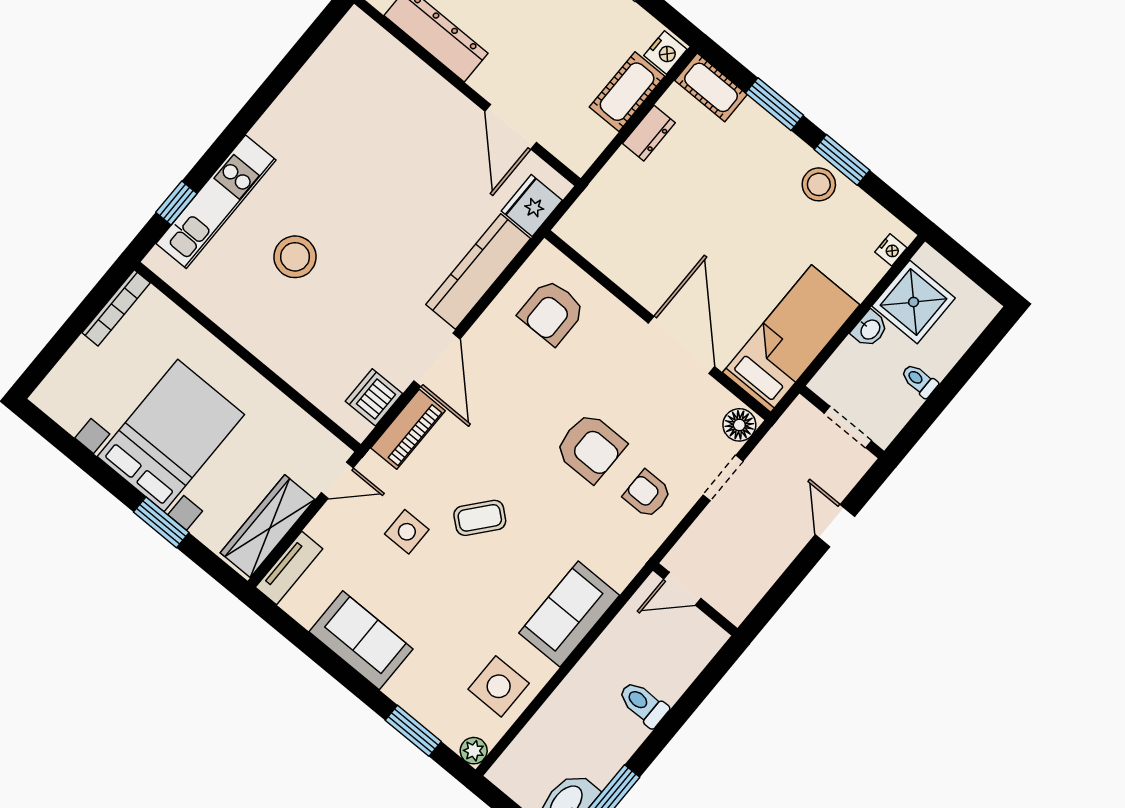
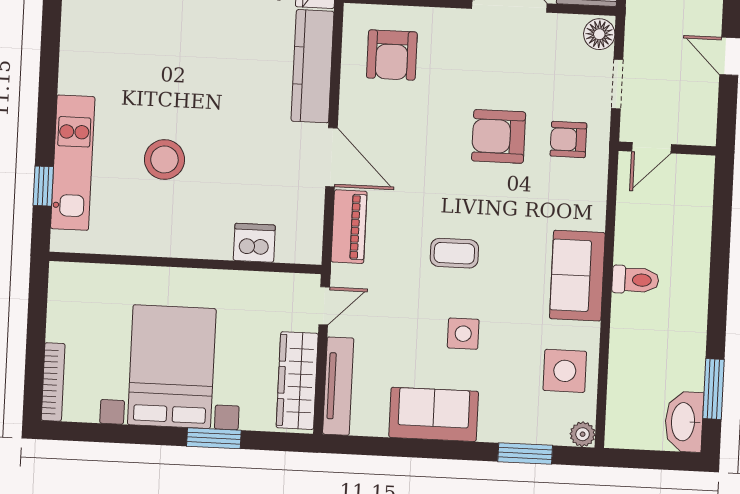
bookcase: (116, 308) -> (53, 382), moved
dishwasher: (374, 397) -> (254, 243), moved, turned 90
armchair: (590, 448) -> (499, 136), turned 180
coffee table: (480, 518) -> (454, 253), turned 50
side table: (407, 532) -> (463, 334), moved
tv unit: (289, 568) -> (338, 386), width x1.41
door: (682, 589) -> (651, 148), moved
wall: (695, 599) -> (667, 149), moved
toilet: (643, 704) -> (635, 280), moved, turned 180

